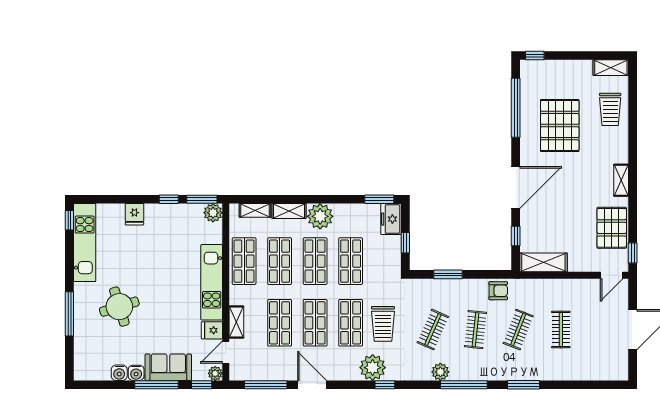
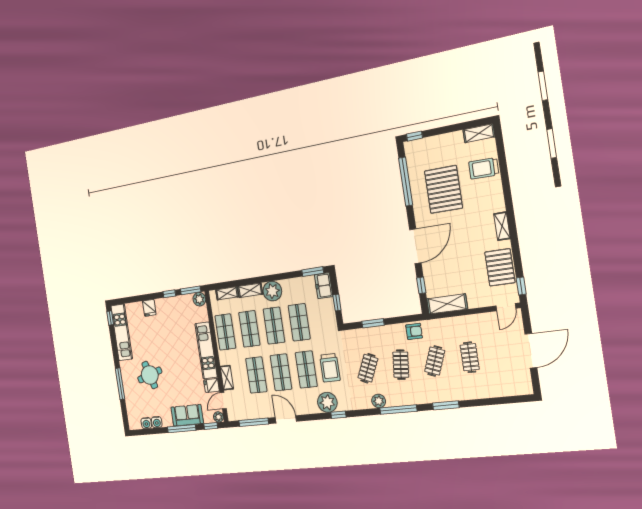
trolley: (610, 109) -> (484, 168), turned 91
water cooler: (136, 373) -> (146, 423), moved

